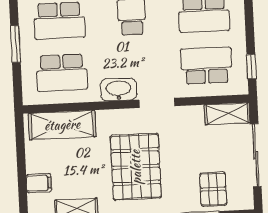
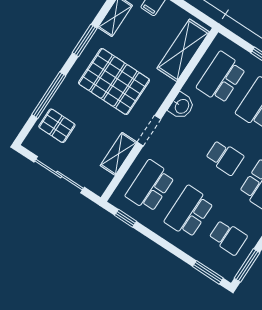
school desk: (206, 66) -> (150, 186), turned 180
washbasin: (119, 90) -> (182, 106), width x0.72
shelving: (227, 114) -> (119, 154), moved

